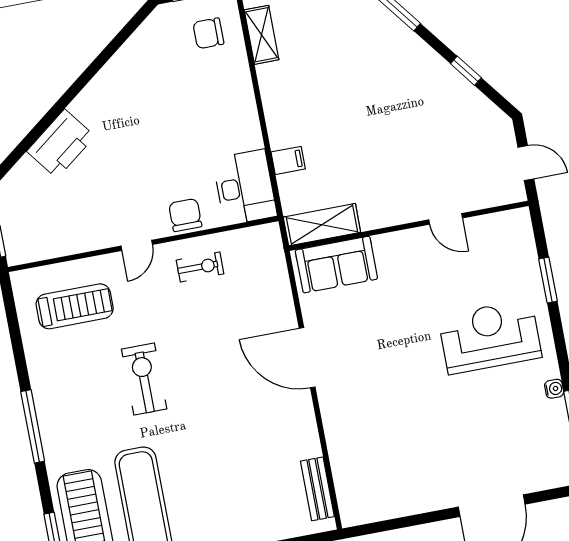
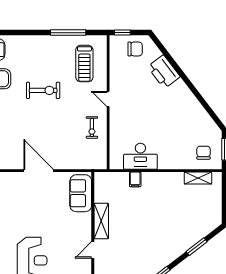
desk: (245, 187) -> (140, 156), moved
chair: (185, 215) -> (135, 49), moved
shelving: (322, 225) -> (101, 221), moved
door: (307, 358) -> (39, 171), hinge flipped
window: (33, 426) -> (68, 33), moved

